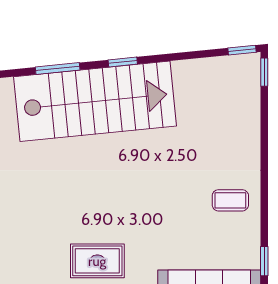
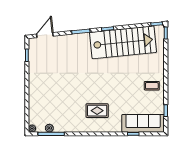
stairs: (95, 101) -> (123, 42), moved

